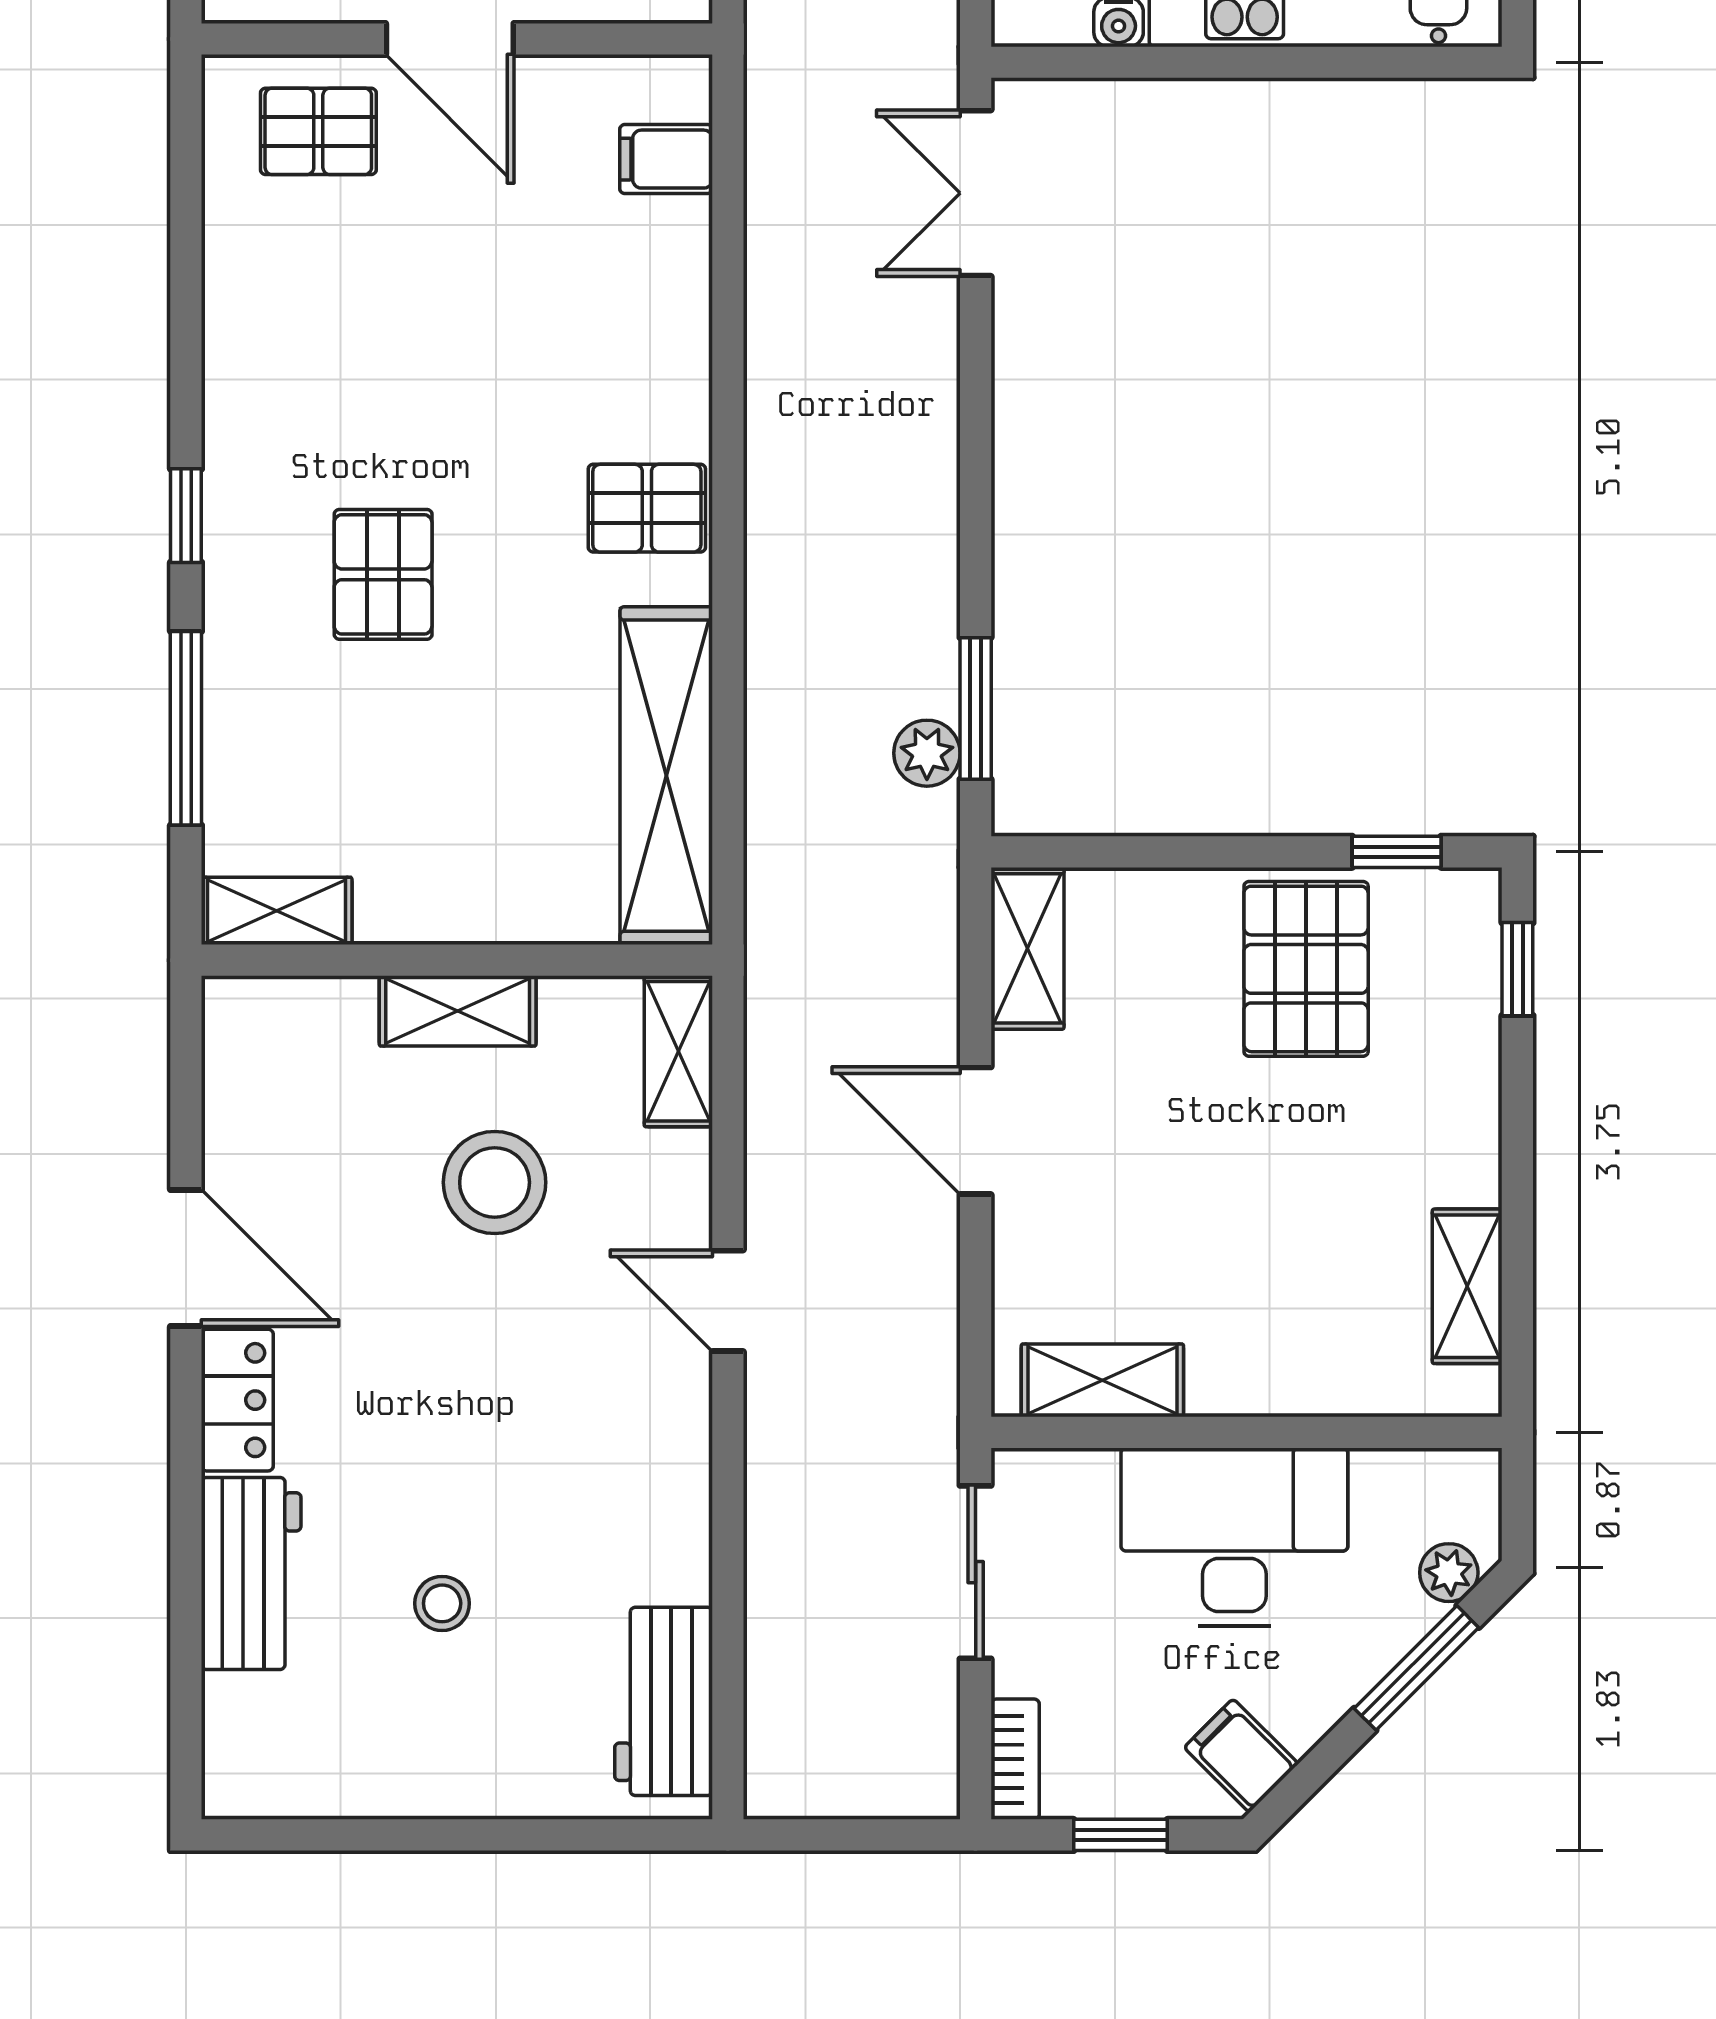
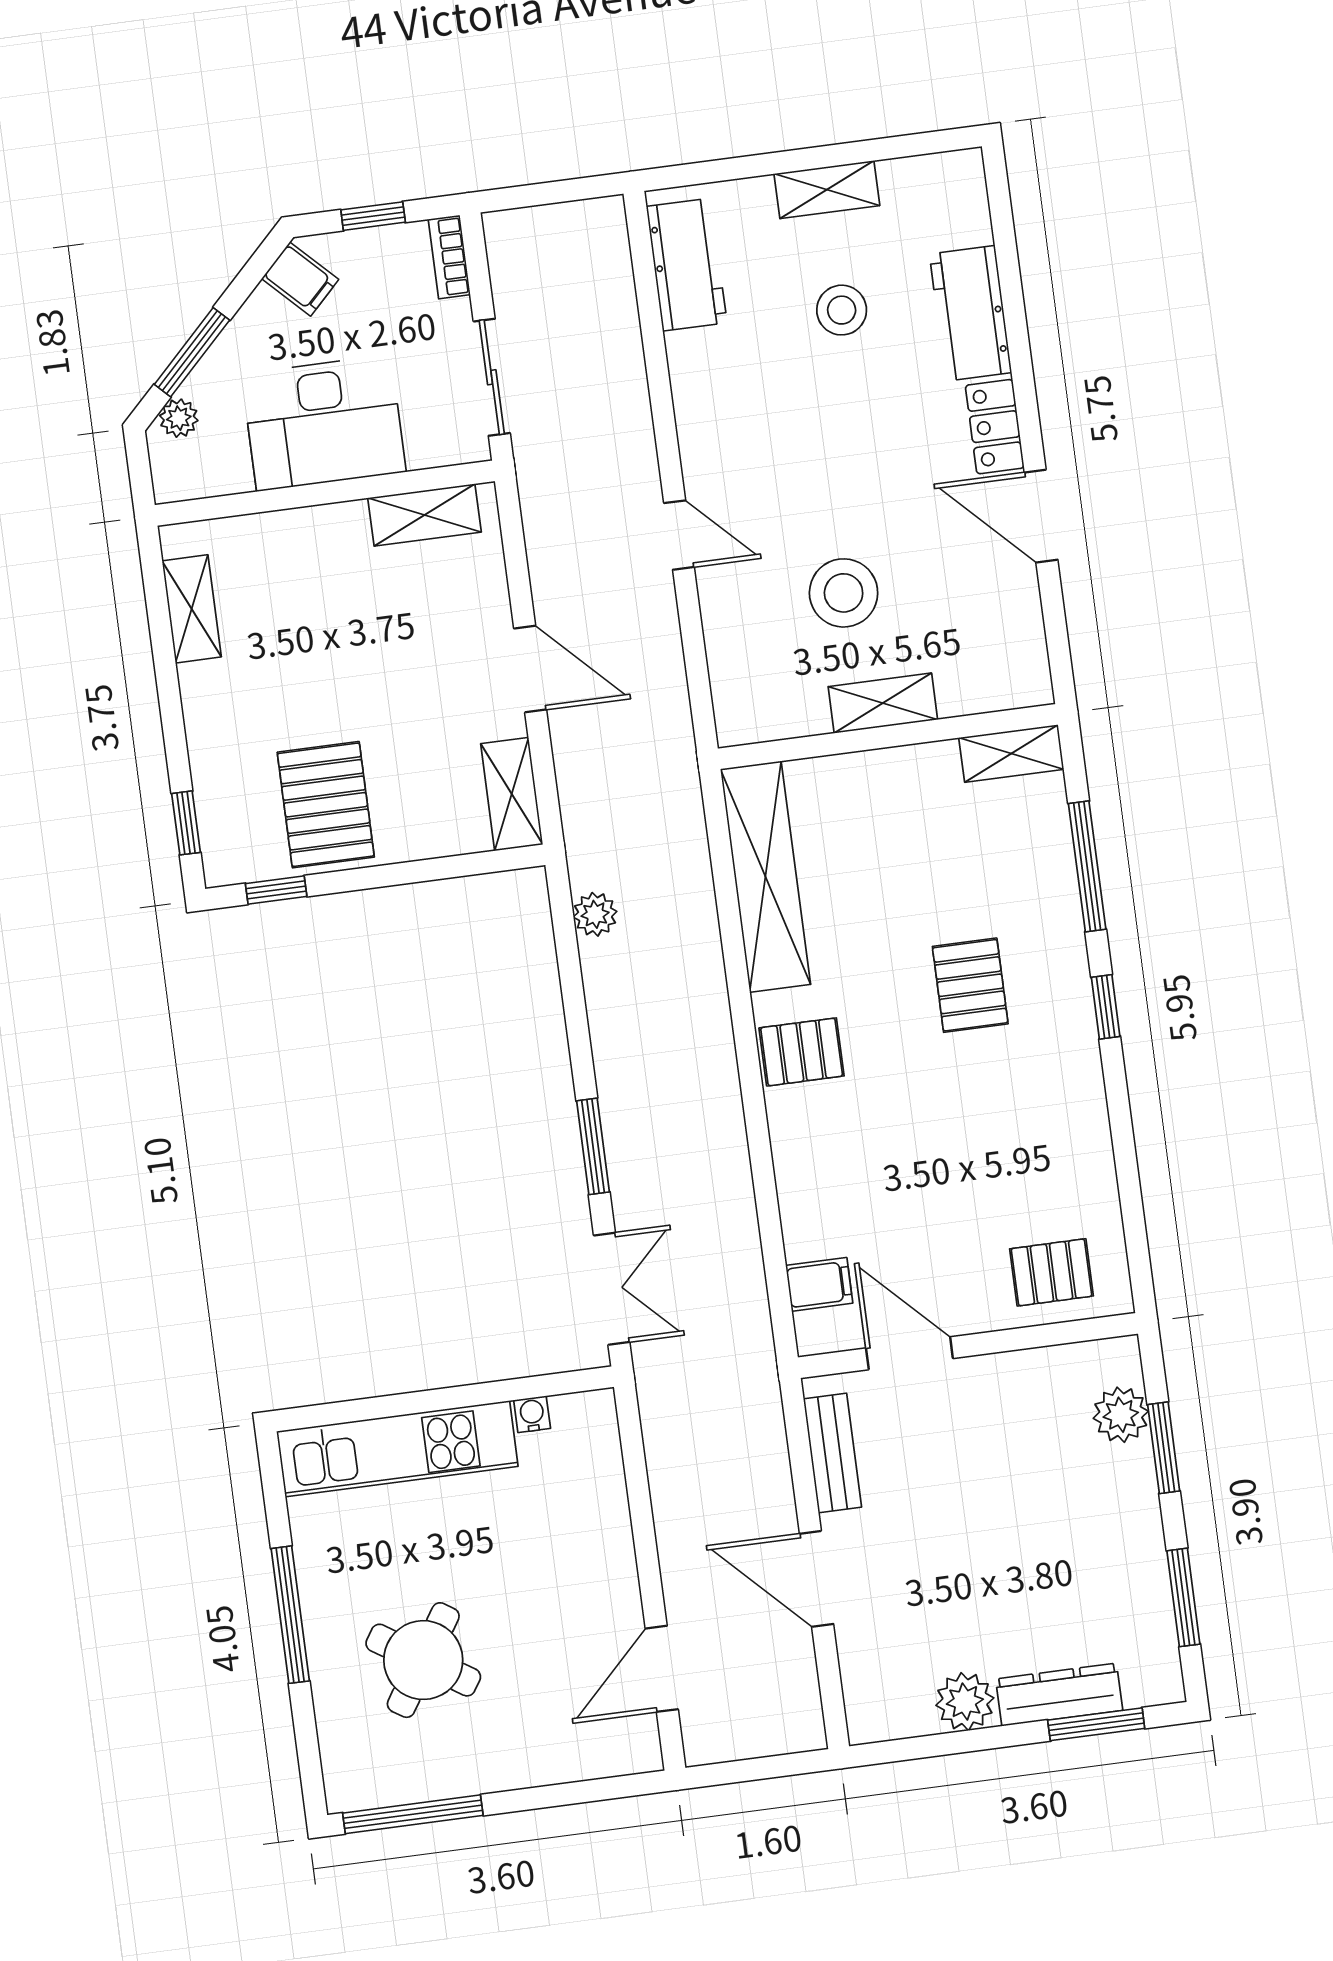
door: (450, 39) -> (909, 1353), moved
window: (976, 708) -> (593, 1146), moved
shelving: (678, 1051) -> (827, 190), moved, turned 90
stool: (442, 1603) -> (842, 310), width x1.37, depth x1.37

